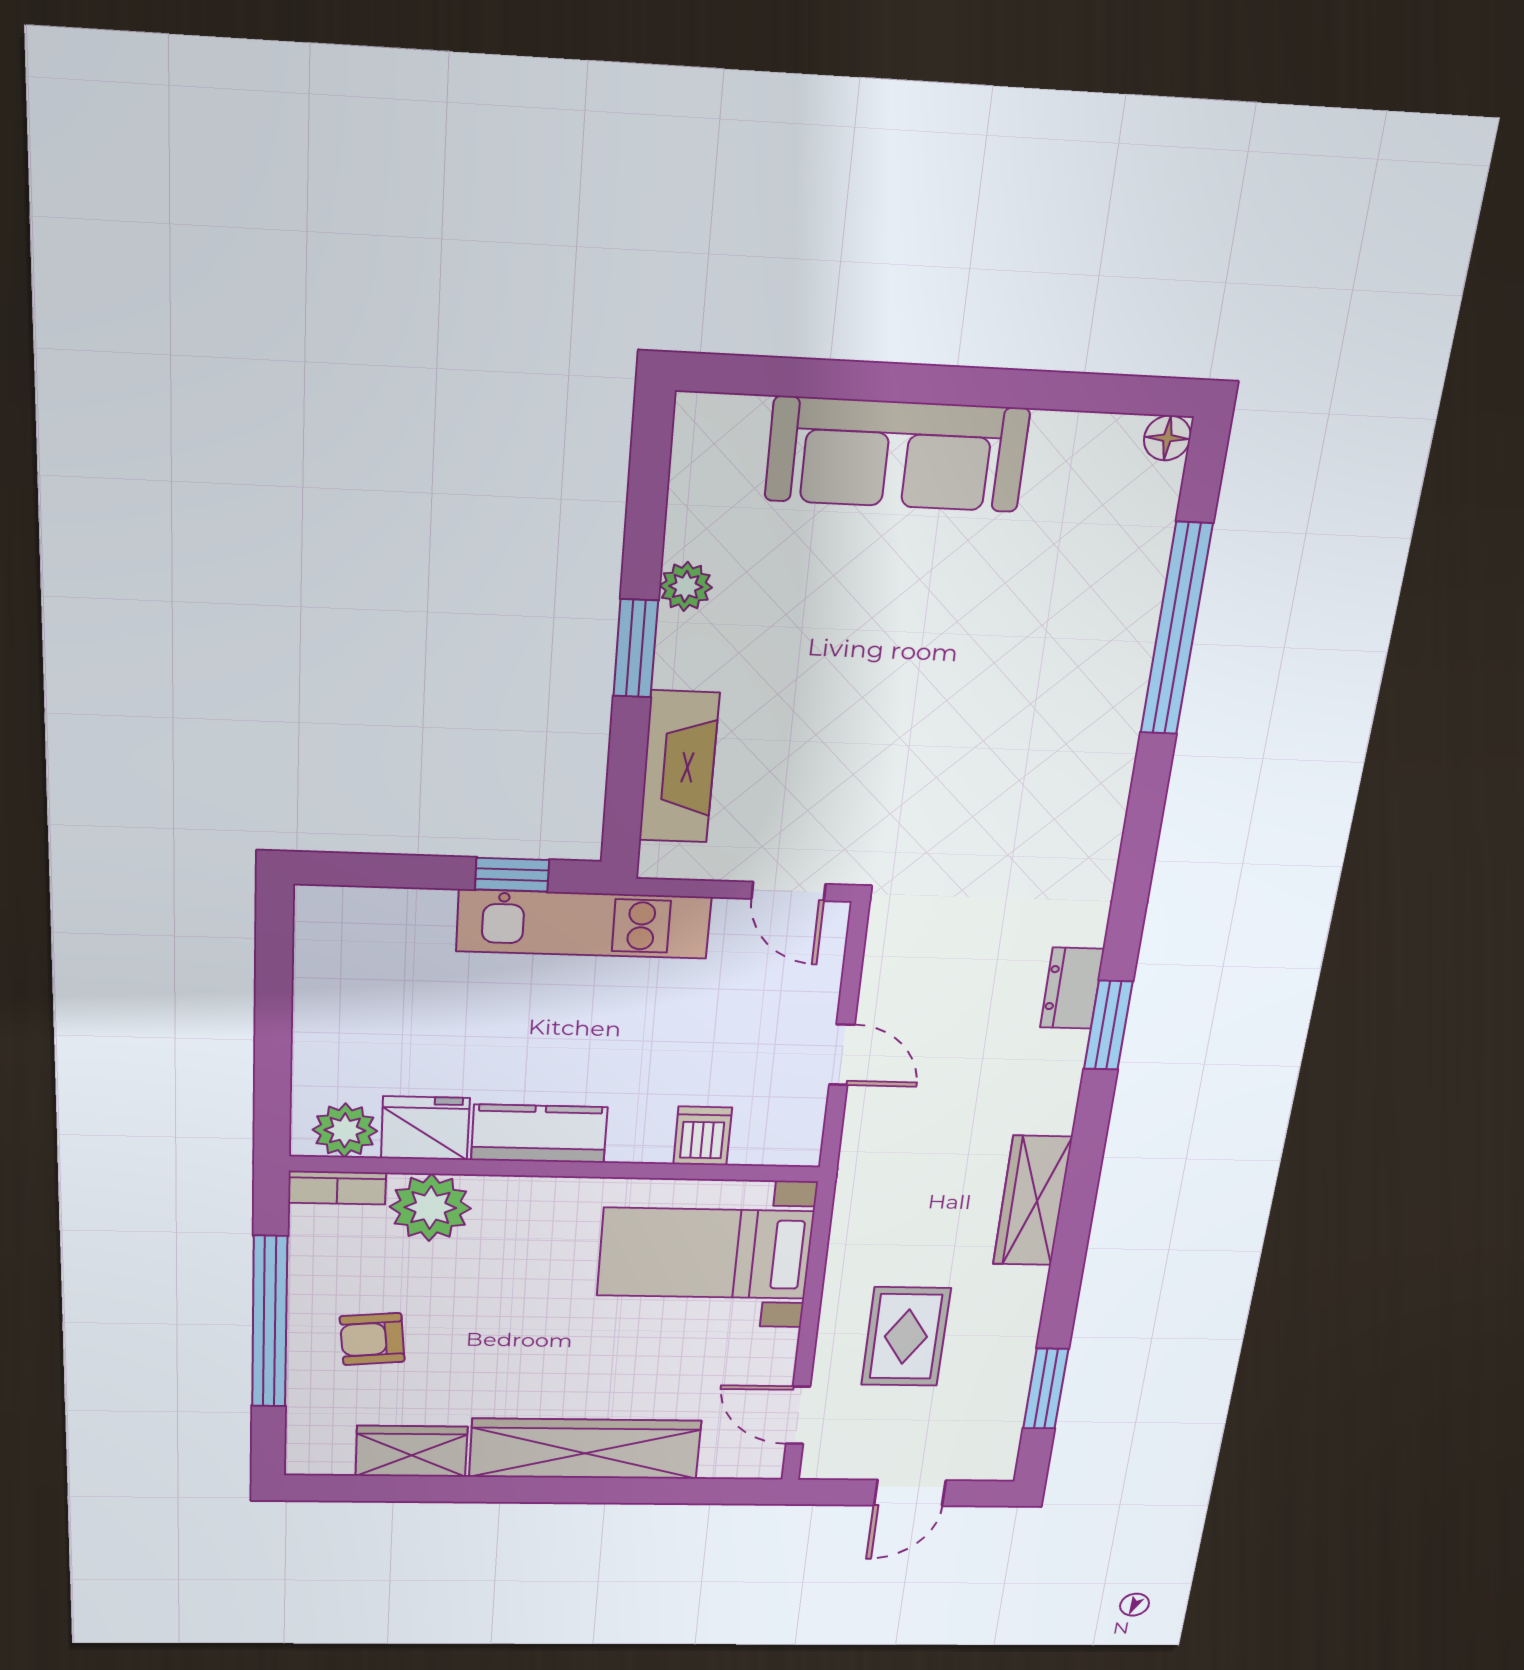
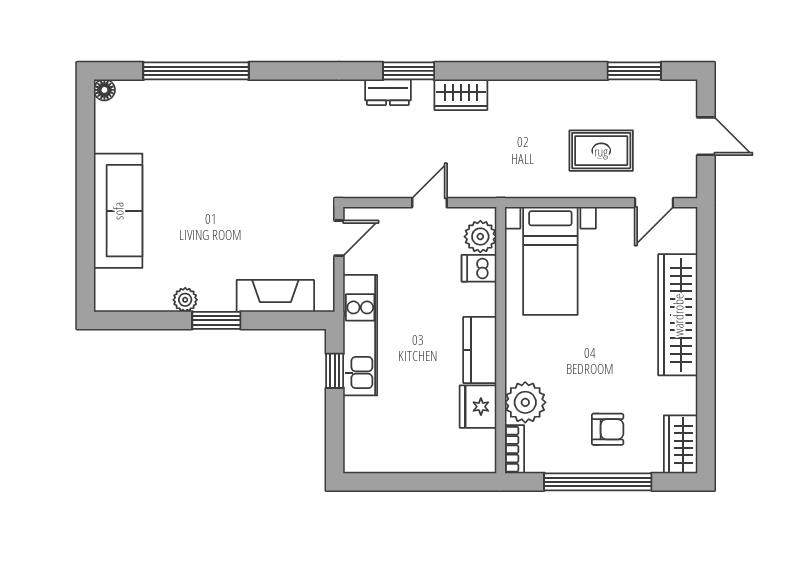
plant: (345, 1130) -> (480, 237), moved
wardrobe: (1032, 1201) -> (461, 95), moved, width x0.67
armchair: (372, 1339) -> (608, 429), turned -85
wardrobe: (411, 1451) -> (681, 444), moved

